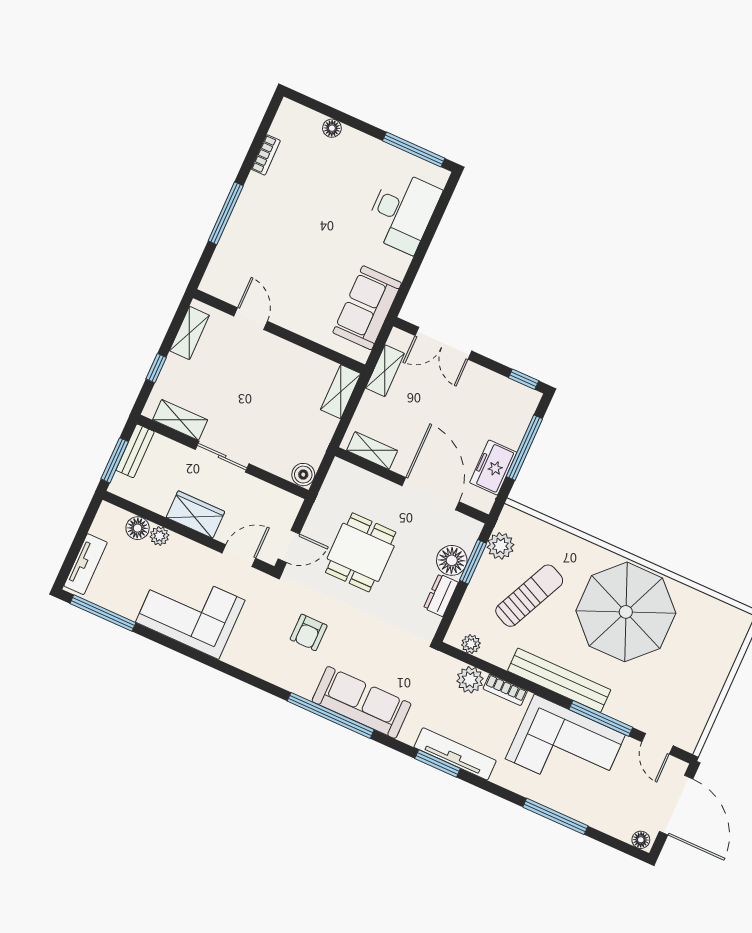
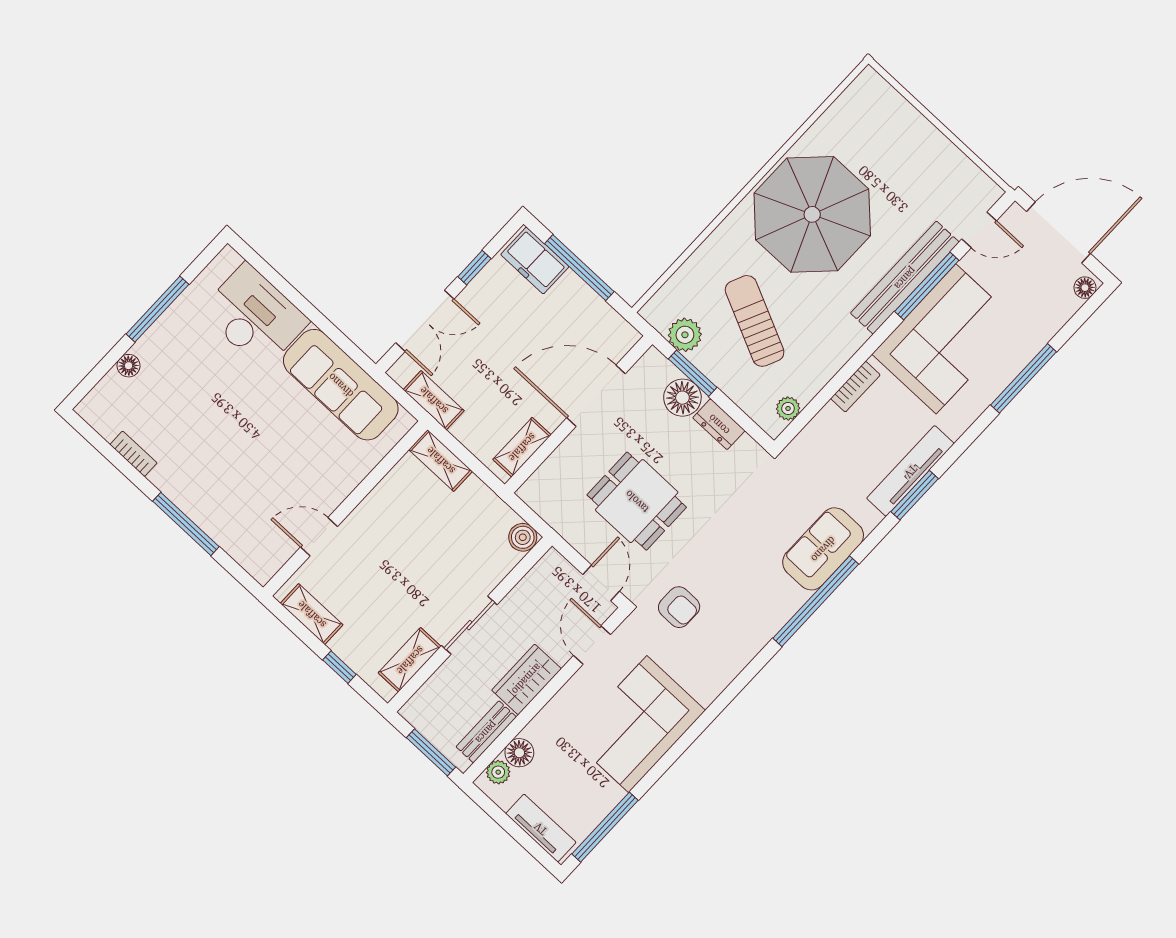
window: (414, 149) -> (157, 309), moved
sofa: (367, 308) -> (341, 385), width x1.36
window: (524, 379) -> (474, 268), moved
bench: (135, 451) -> (486, 732), moved, turned 90
freezer: (493, 467) -> (535, 261), moved
plant: (159, 536) -> (498, 772), moved
armchair: (309, 632) -> (679, 607), moved
plant: (470, 680) -> (829, 424), removed
bench: (559, 680) -> (905, 278), moved
sofa: (361, 702) -> (823, 549), width x0.73

